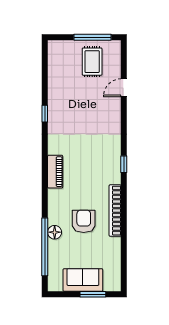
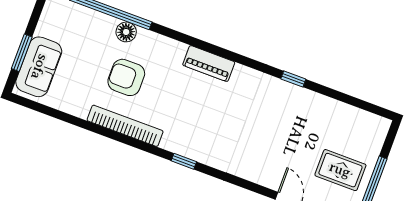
armchair: (84, 221) -> (126, 77), turned 180
sofa: (83, 280) -> (39, 67), moved

